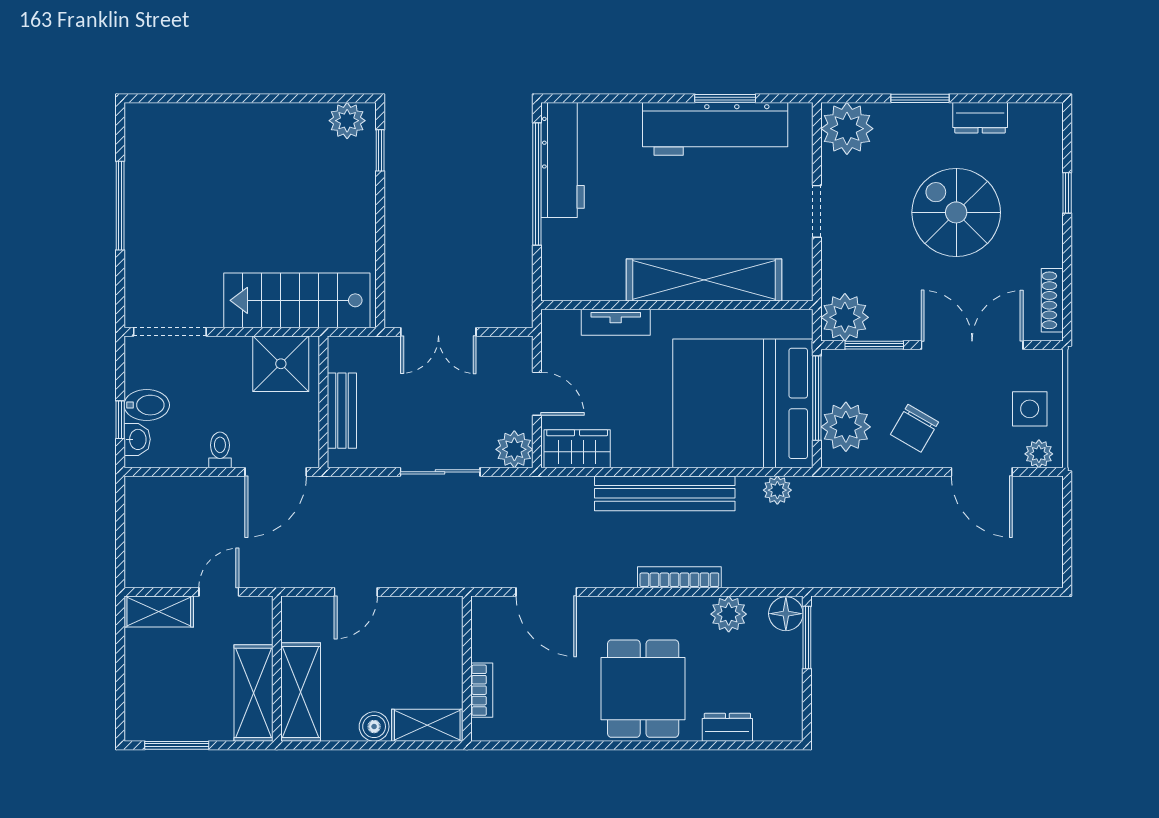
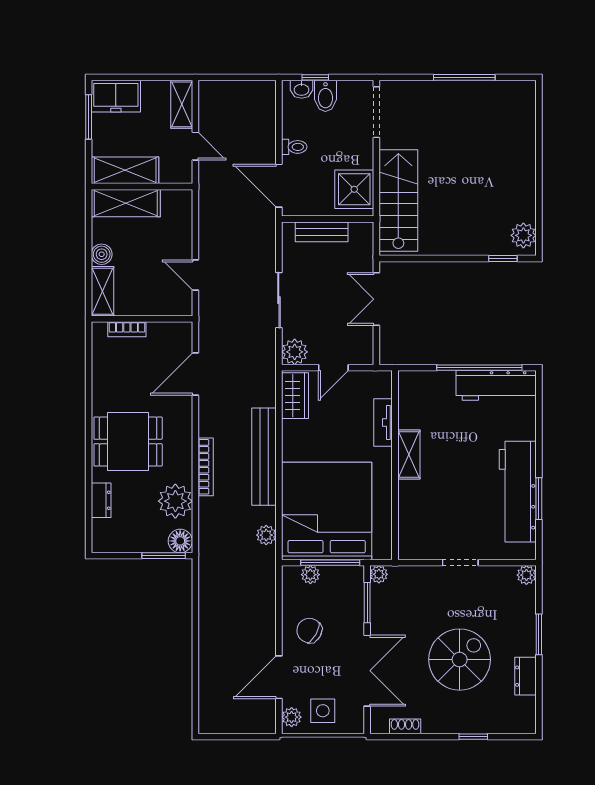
plant: (847, 129) -> (526, 575), width x0.53, depth x0.53
shelving: (704, 280) -> (409, 454), width x0.45, depth x0.75
shoe rack: (1052, 300) -> (405, 726), width x0.70
plant: (845, 317) -> (379, 574), width x0.53, depth x0.53
plant: (846, 427) -> (310, 575), width x0.53, depth x0.53
door: (356, 592) -> (195, 275), moved
plant: (729, 614) -> (175, 501), width x1.36, depth x1.36
freezer: (147, 706) -> (116, 96), added

